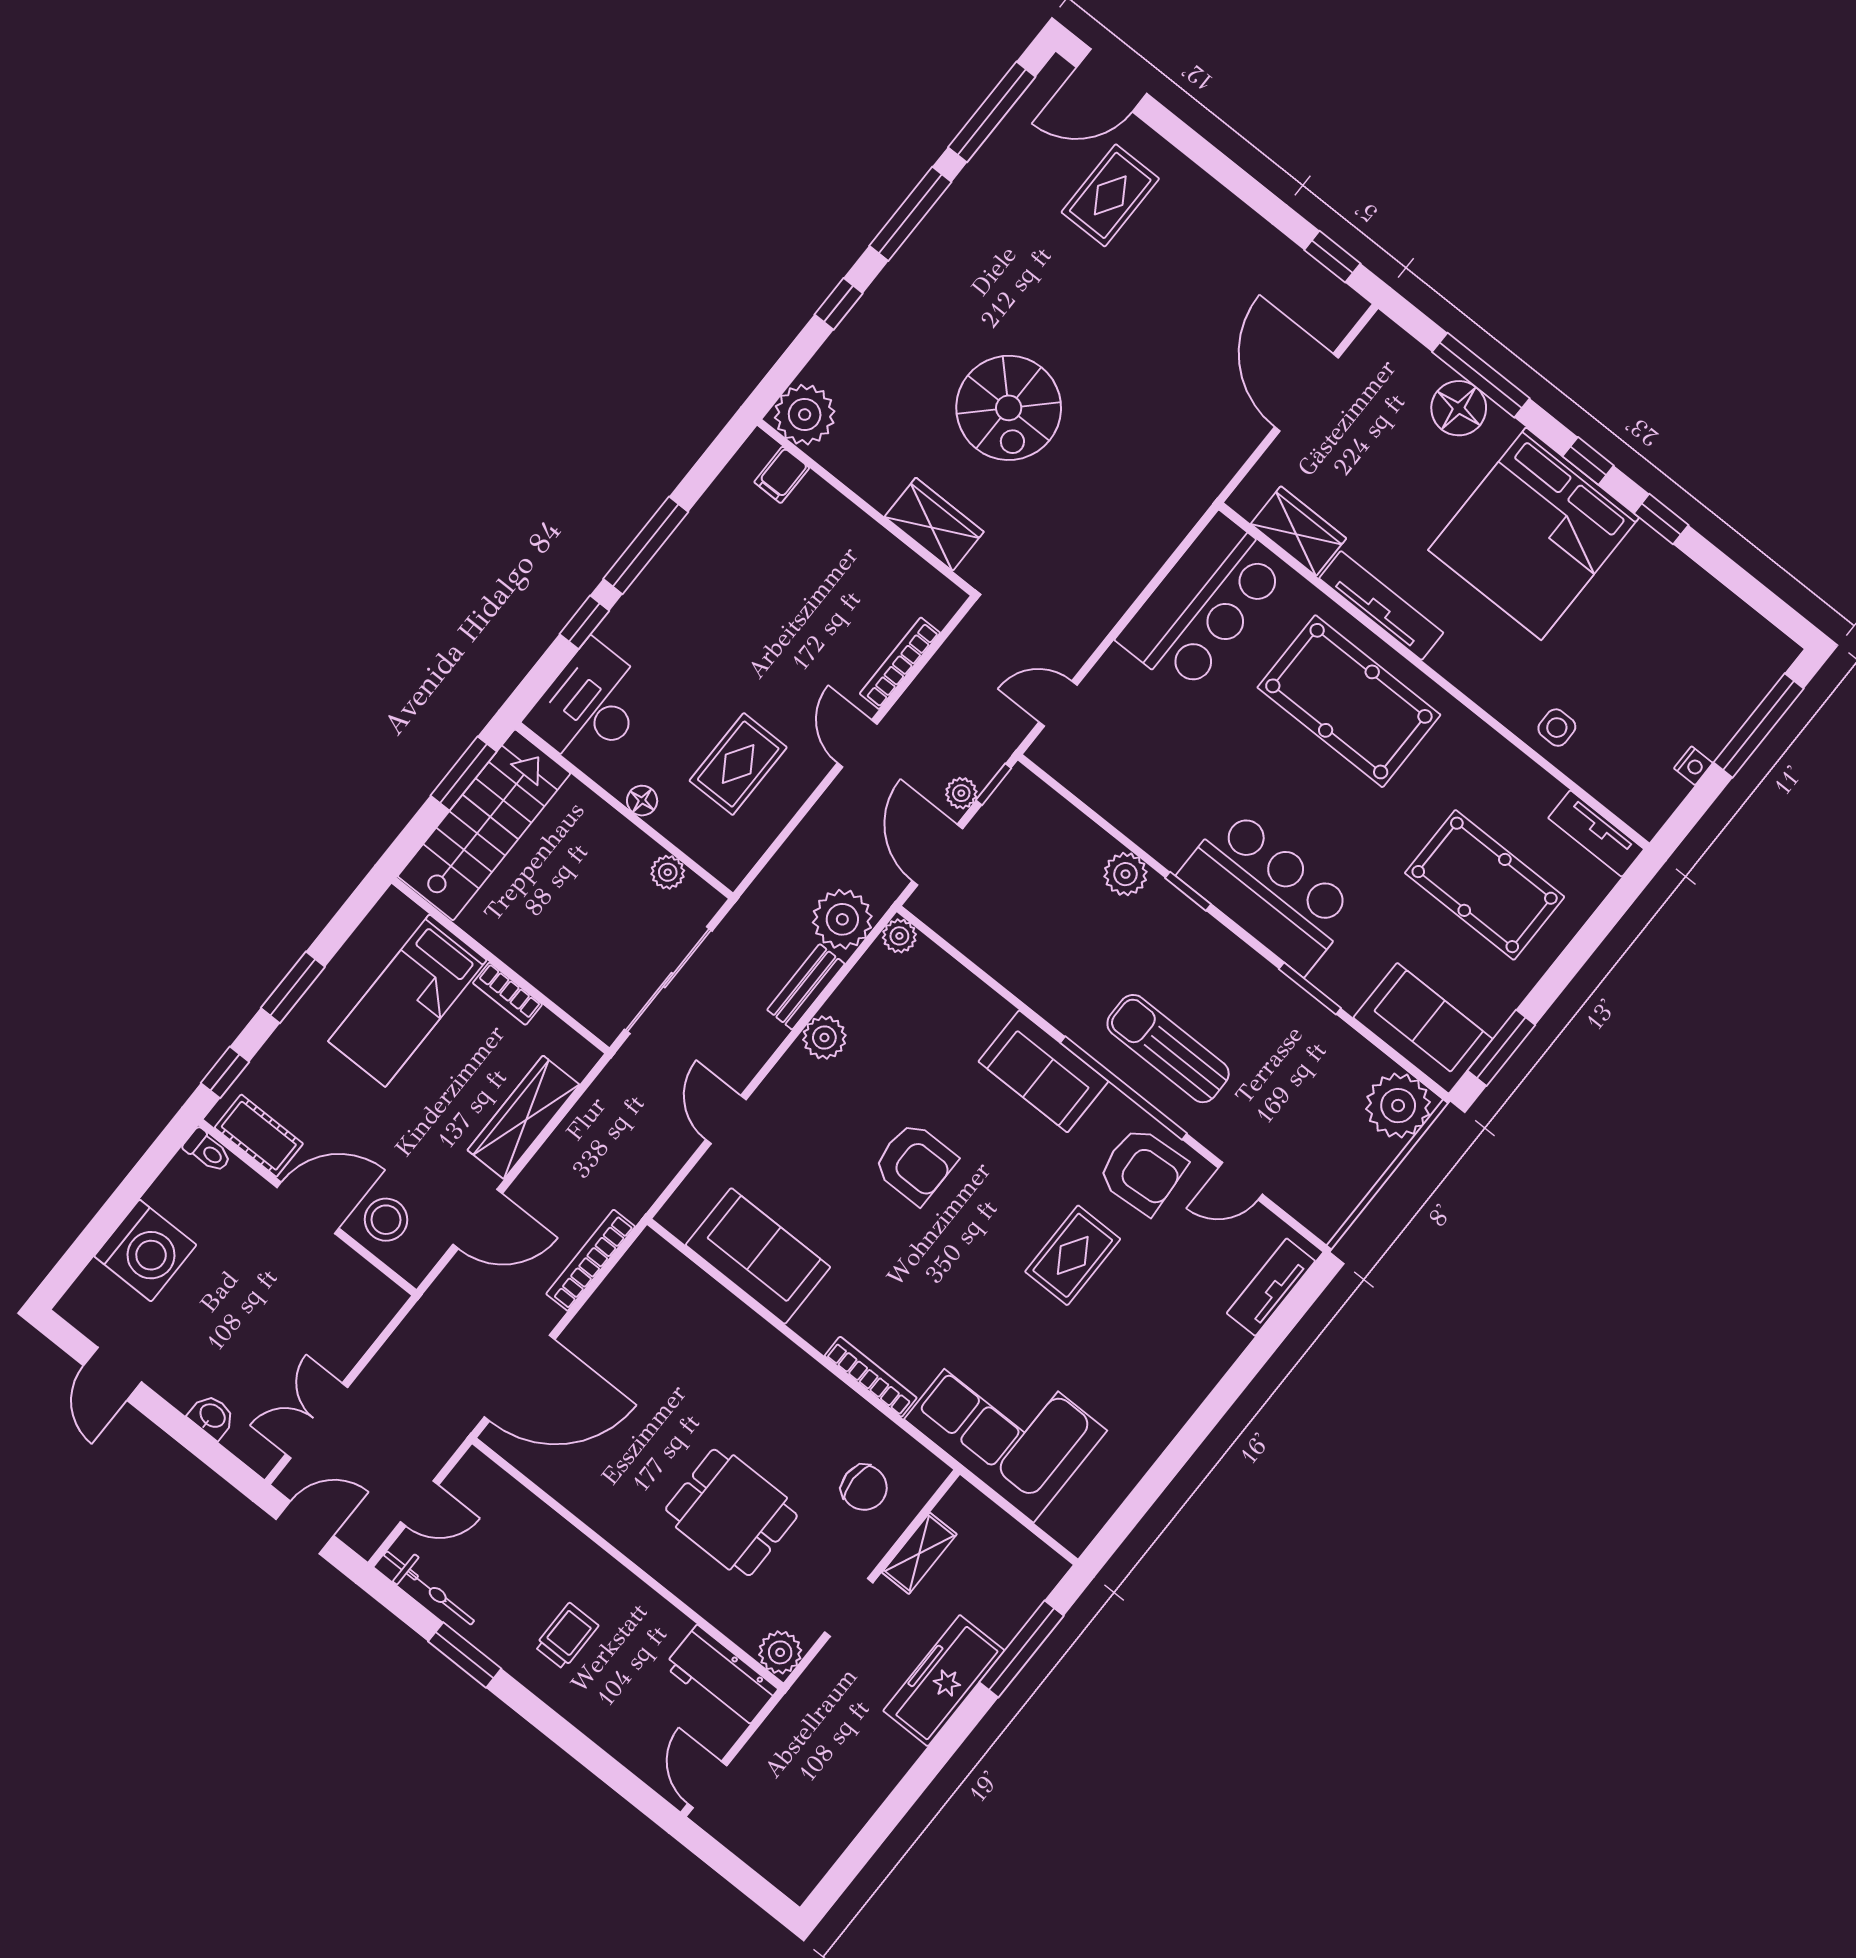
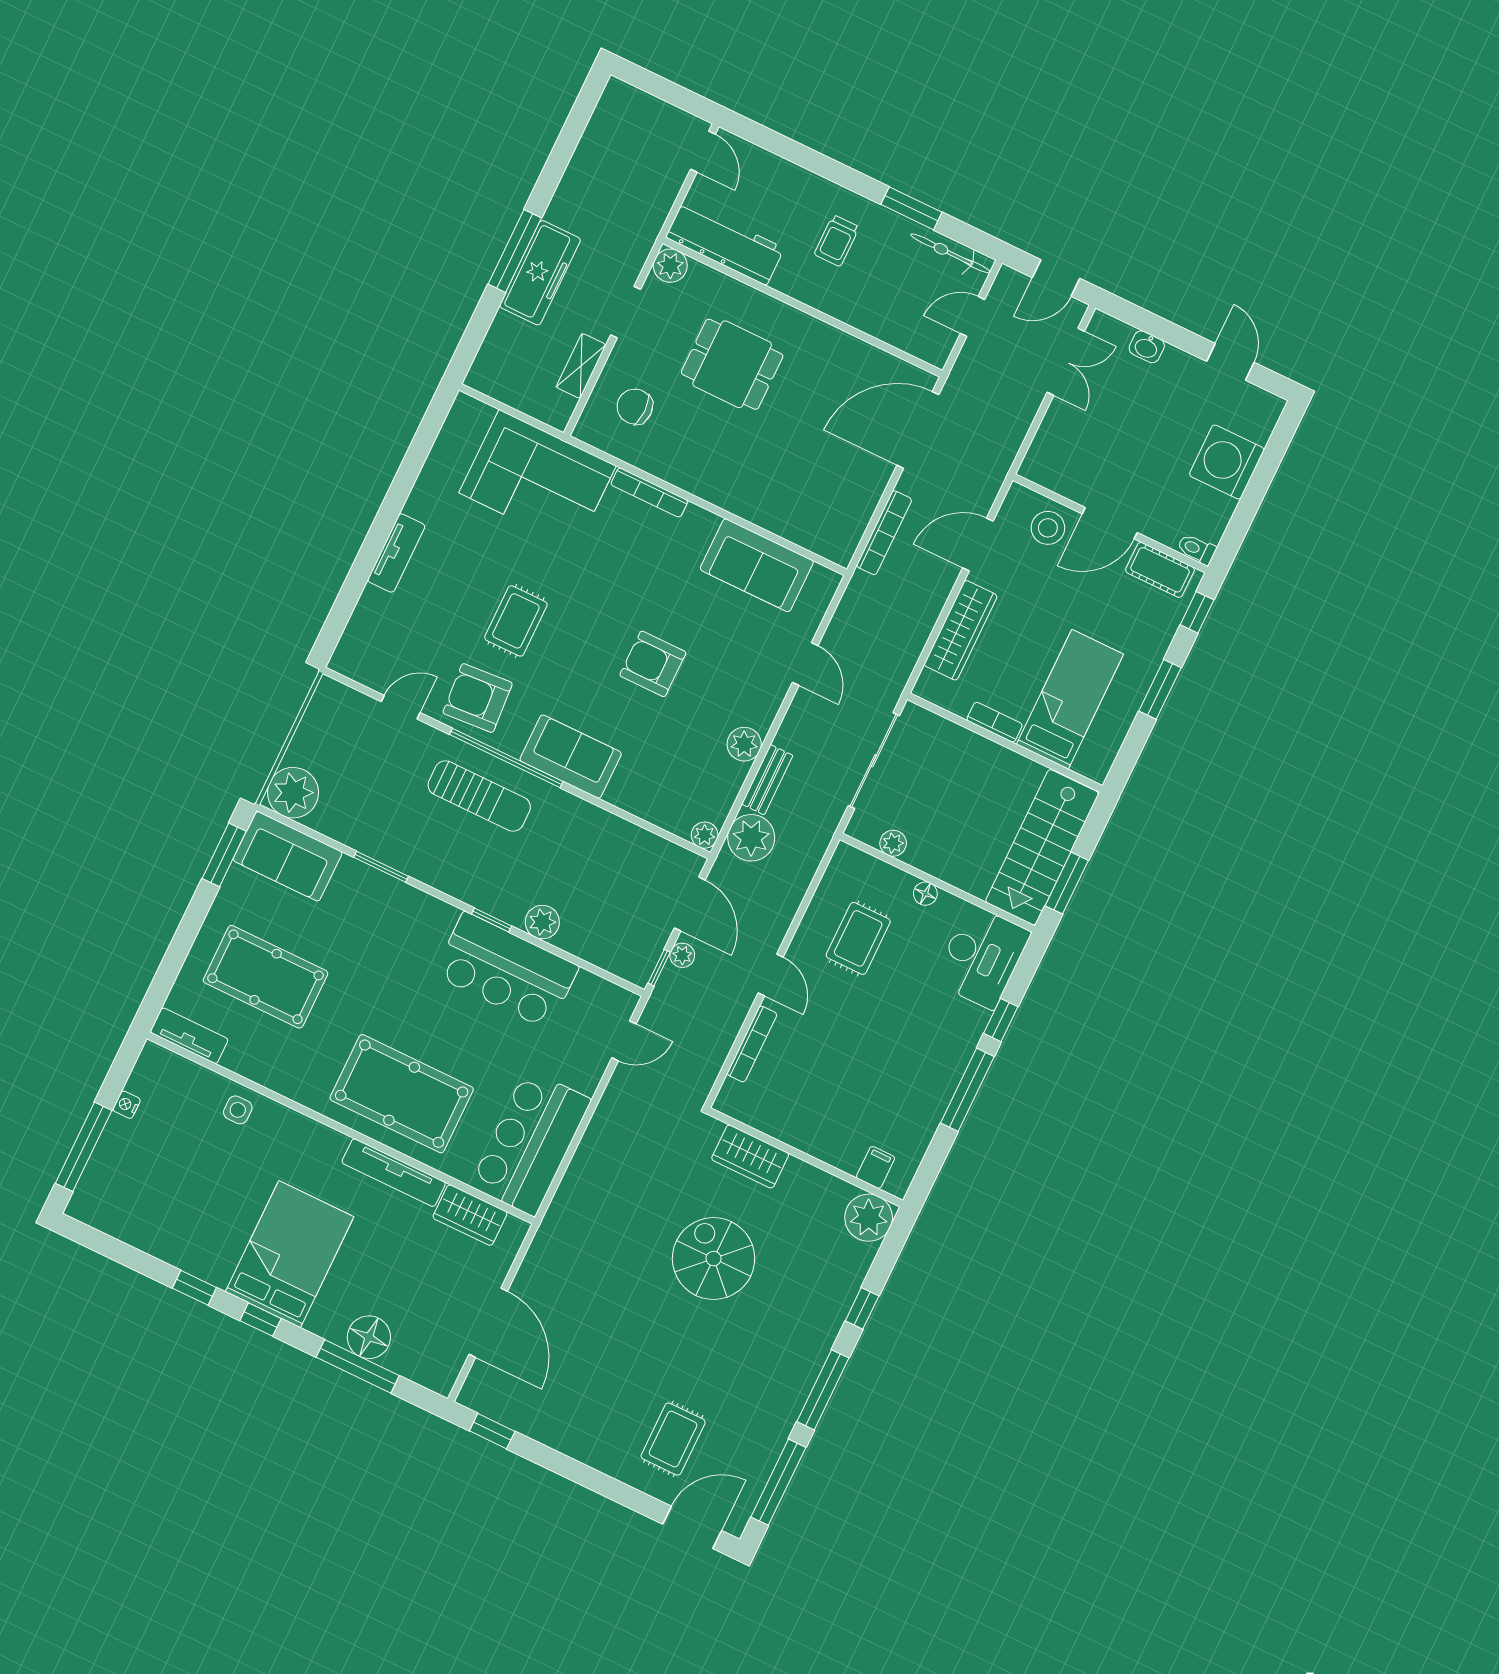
bed: (1534, 534) -> (290, 1254), width x0.73
bar counter: (1268, 891) -> (506, 970), moved
tv unit: (1271, 1287) -> (396, 553), moved
window: (1021, 1649) -> (515, 251), moved
workbench: (721, 1677) -> (725, 243), width x1.38

